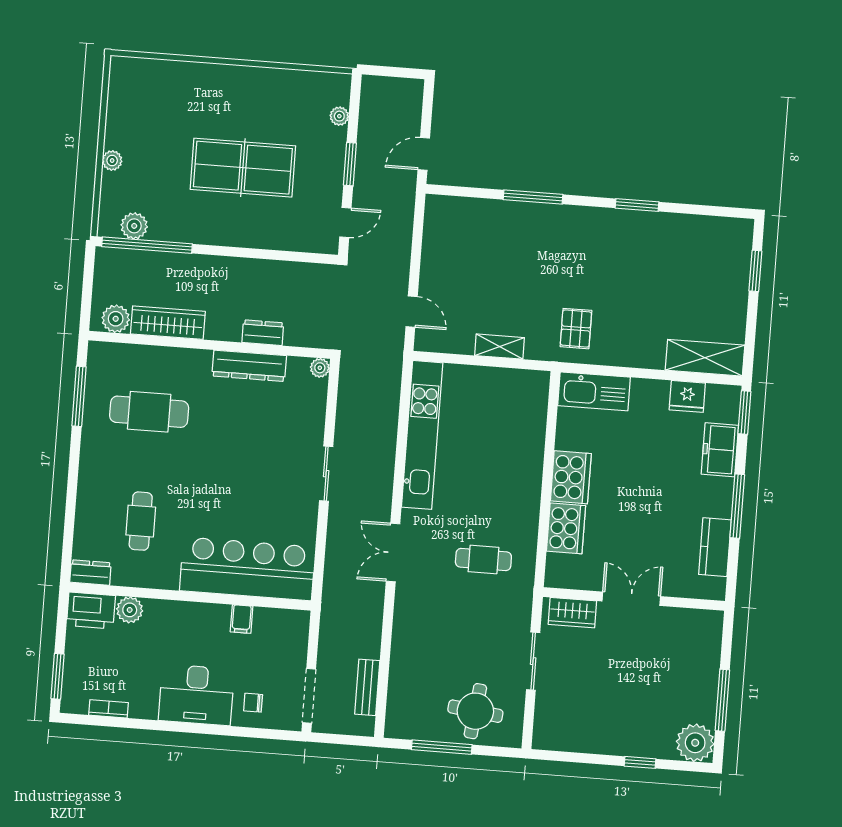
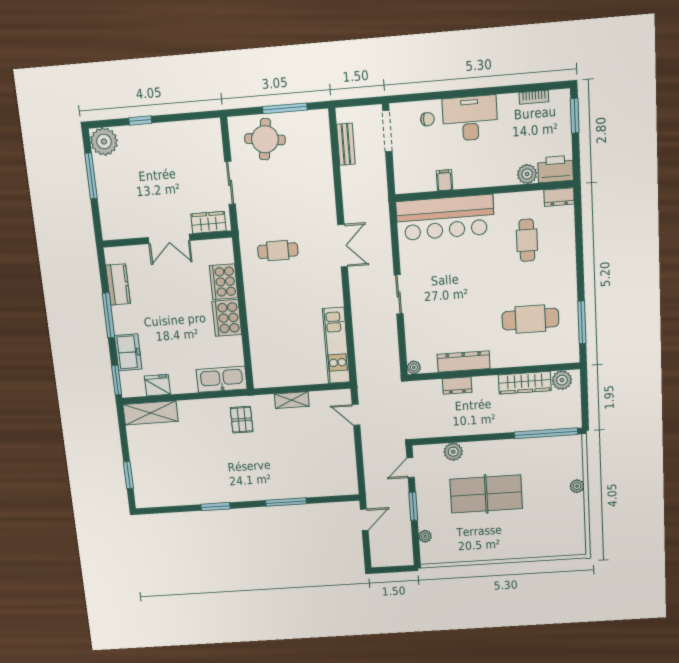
plant: (134, 226) -> (453, 452), moved
kitchen unit: (422, 435) -> (336, 345), width x0.73

